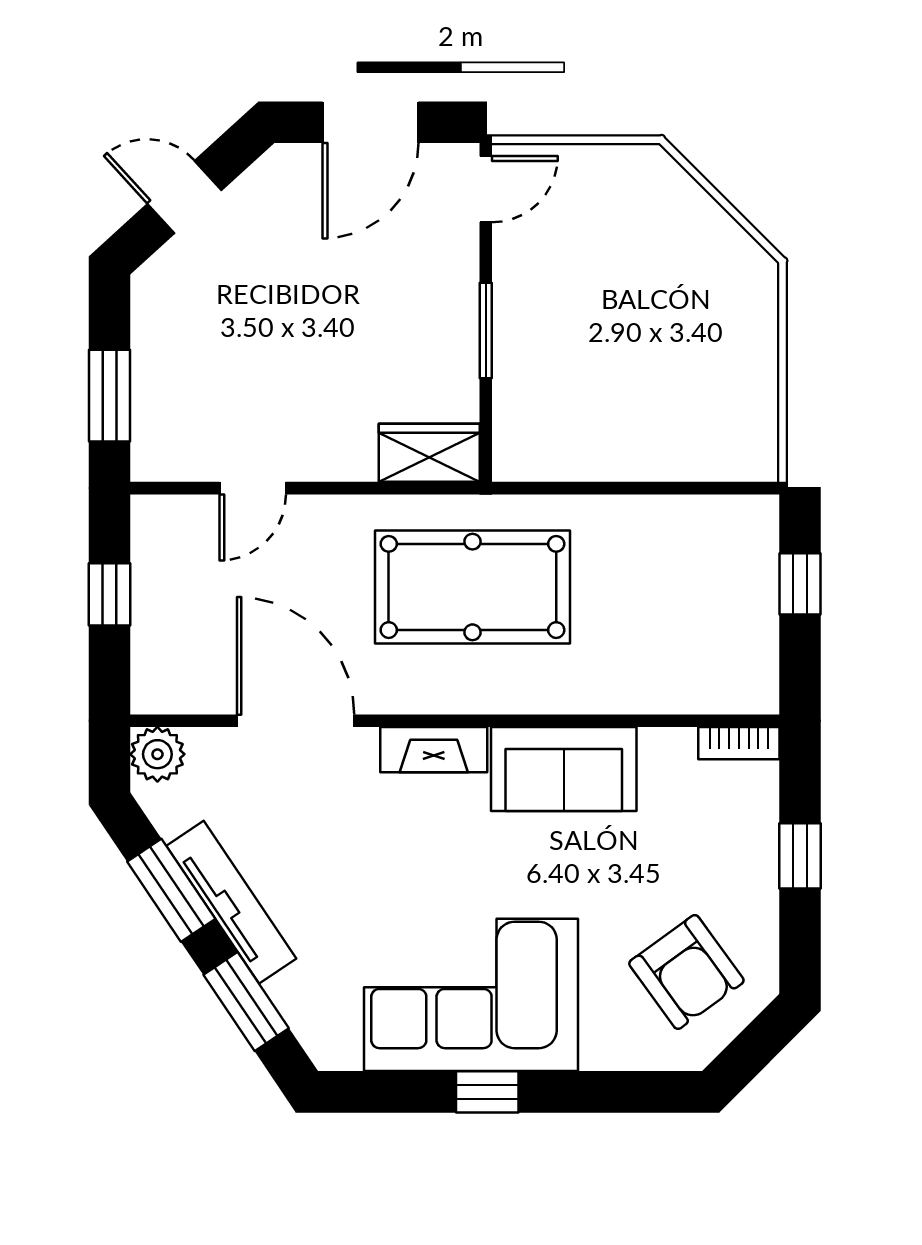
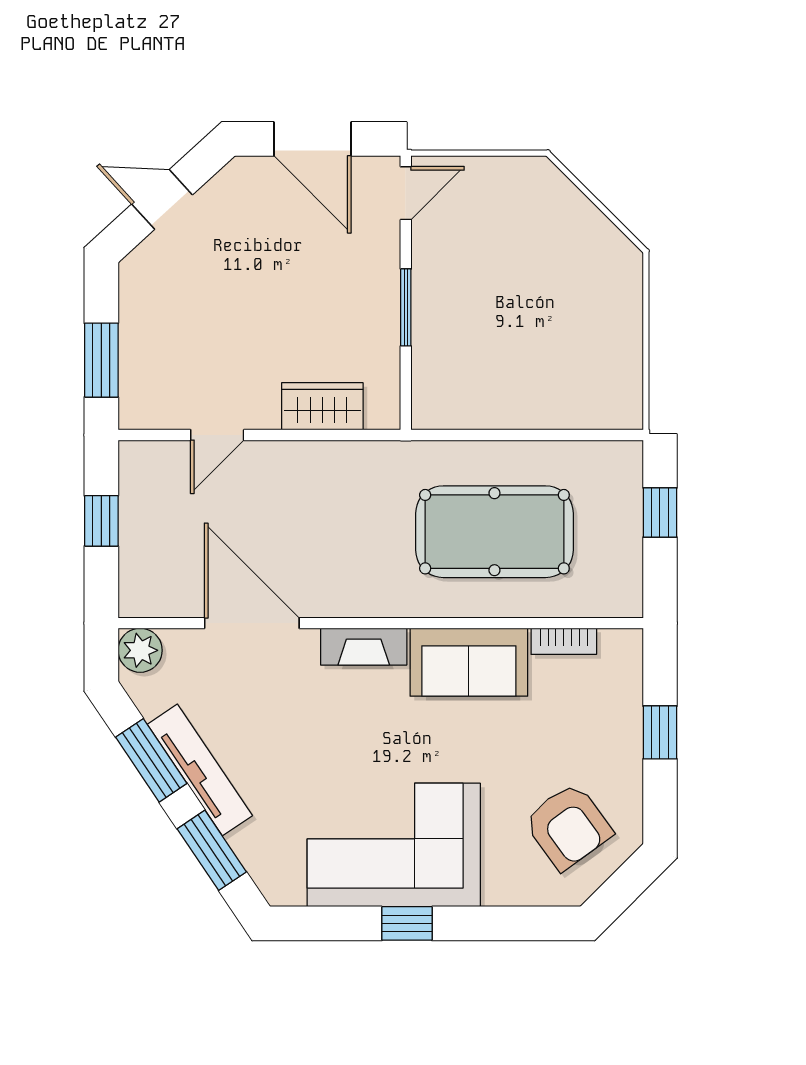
door: (370, 122) -> (312, 139), hinge flipped
wardrobe: (429, 453) -> (322, 406), moved
pool table: (472, 587) -> (494, 532), moved
bookcase: (739, 743) -> (564, 641), moved

